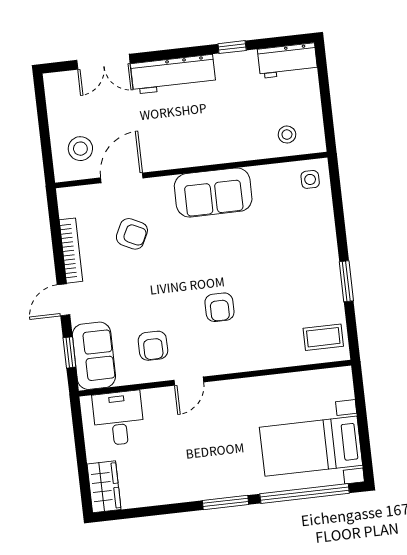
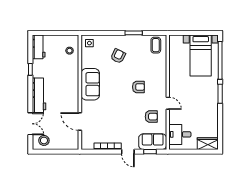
stool: (80, 149) -> (44, 140), moved
armchair: (132, 234) -> (118, 56), moved

